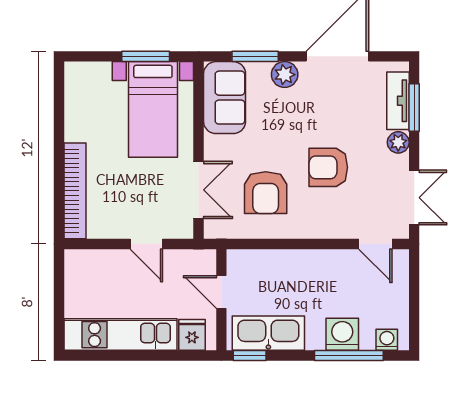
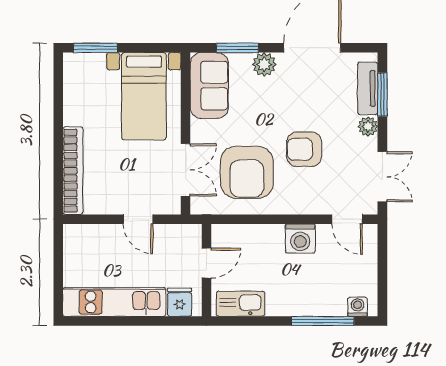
window: (146, 56) -> (95, 48), moved
armchair: (266, 193) -> (247, 172), width x1.36, depth x1.36
door: (221, 292) -> (206, 263), swing flipped
kitchen sink: (268, 333) -> (241, 304), width x0.73, depth x0.81
washing machine: (342, 334) -> (300, 239), moved, turned 180
window: (250, 356) -> (232, 321), removed

